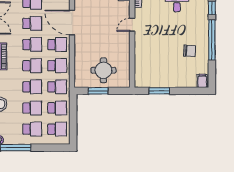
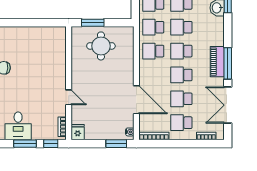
door: (132, 25) -> (69, 97), hinge flipped
school desk: (57, 45) -> (153, 75), removed
window: (98, 91) -> (93, 23), moved
window: (159, 91) -> (38, 23), removed

